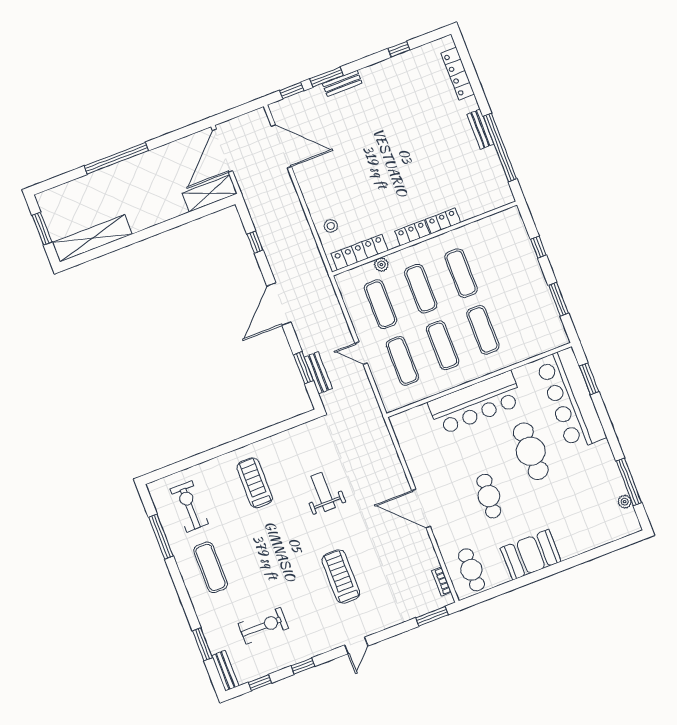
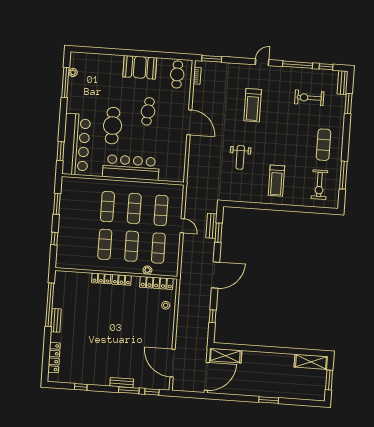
window: (116, 158) -> (269, 400), width x0.47
shelving: (92, 238) -> (311, 362), width x0.68
window: (303, 666) -> (298, 65), width x2.17

